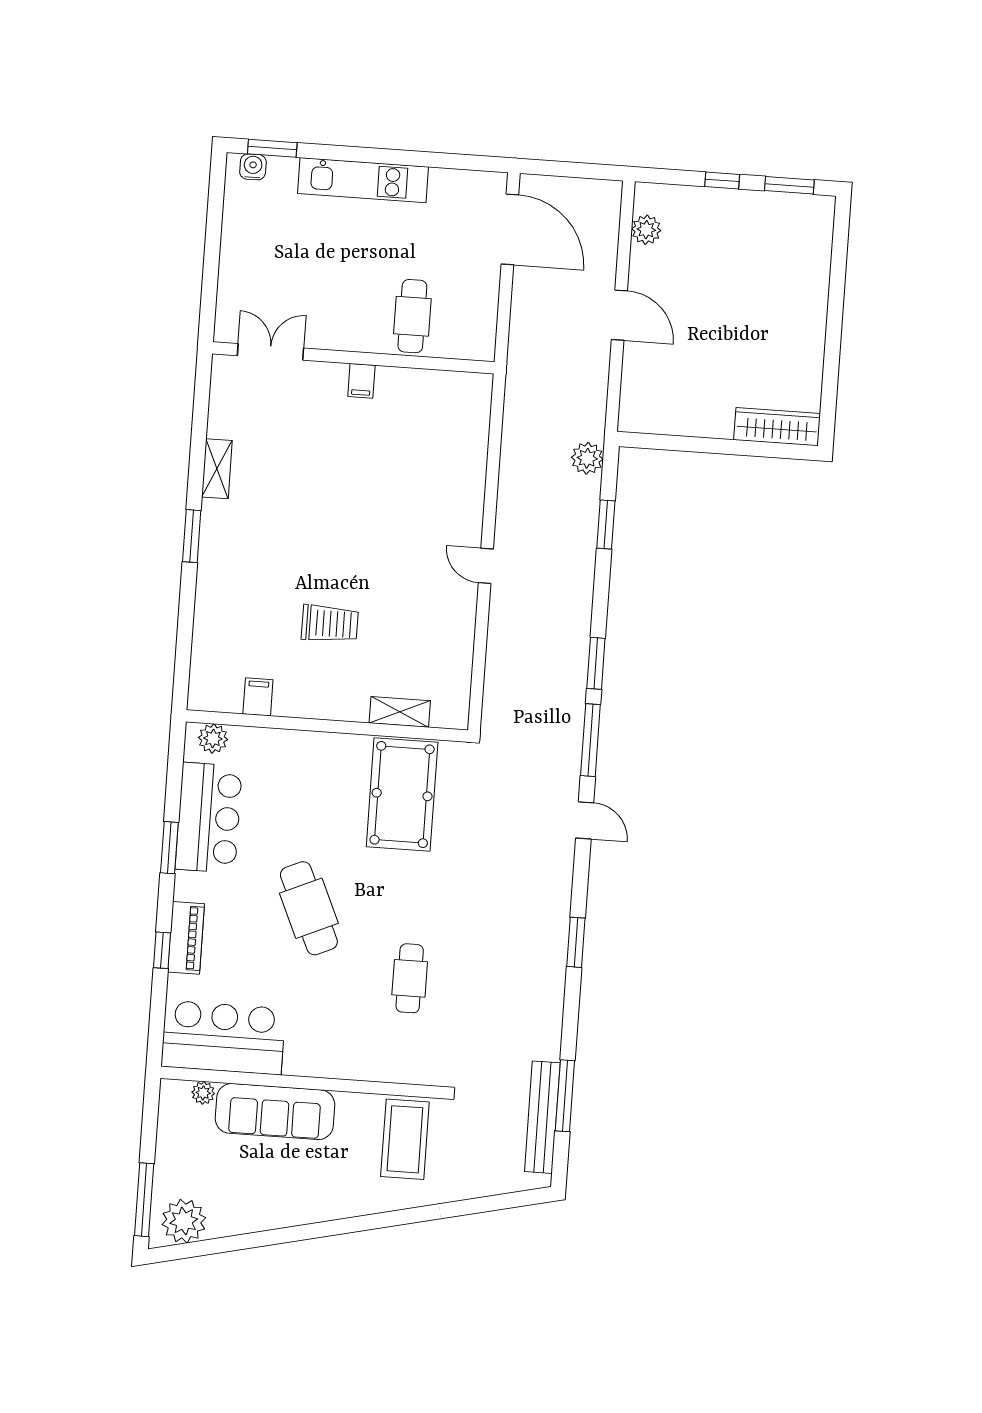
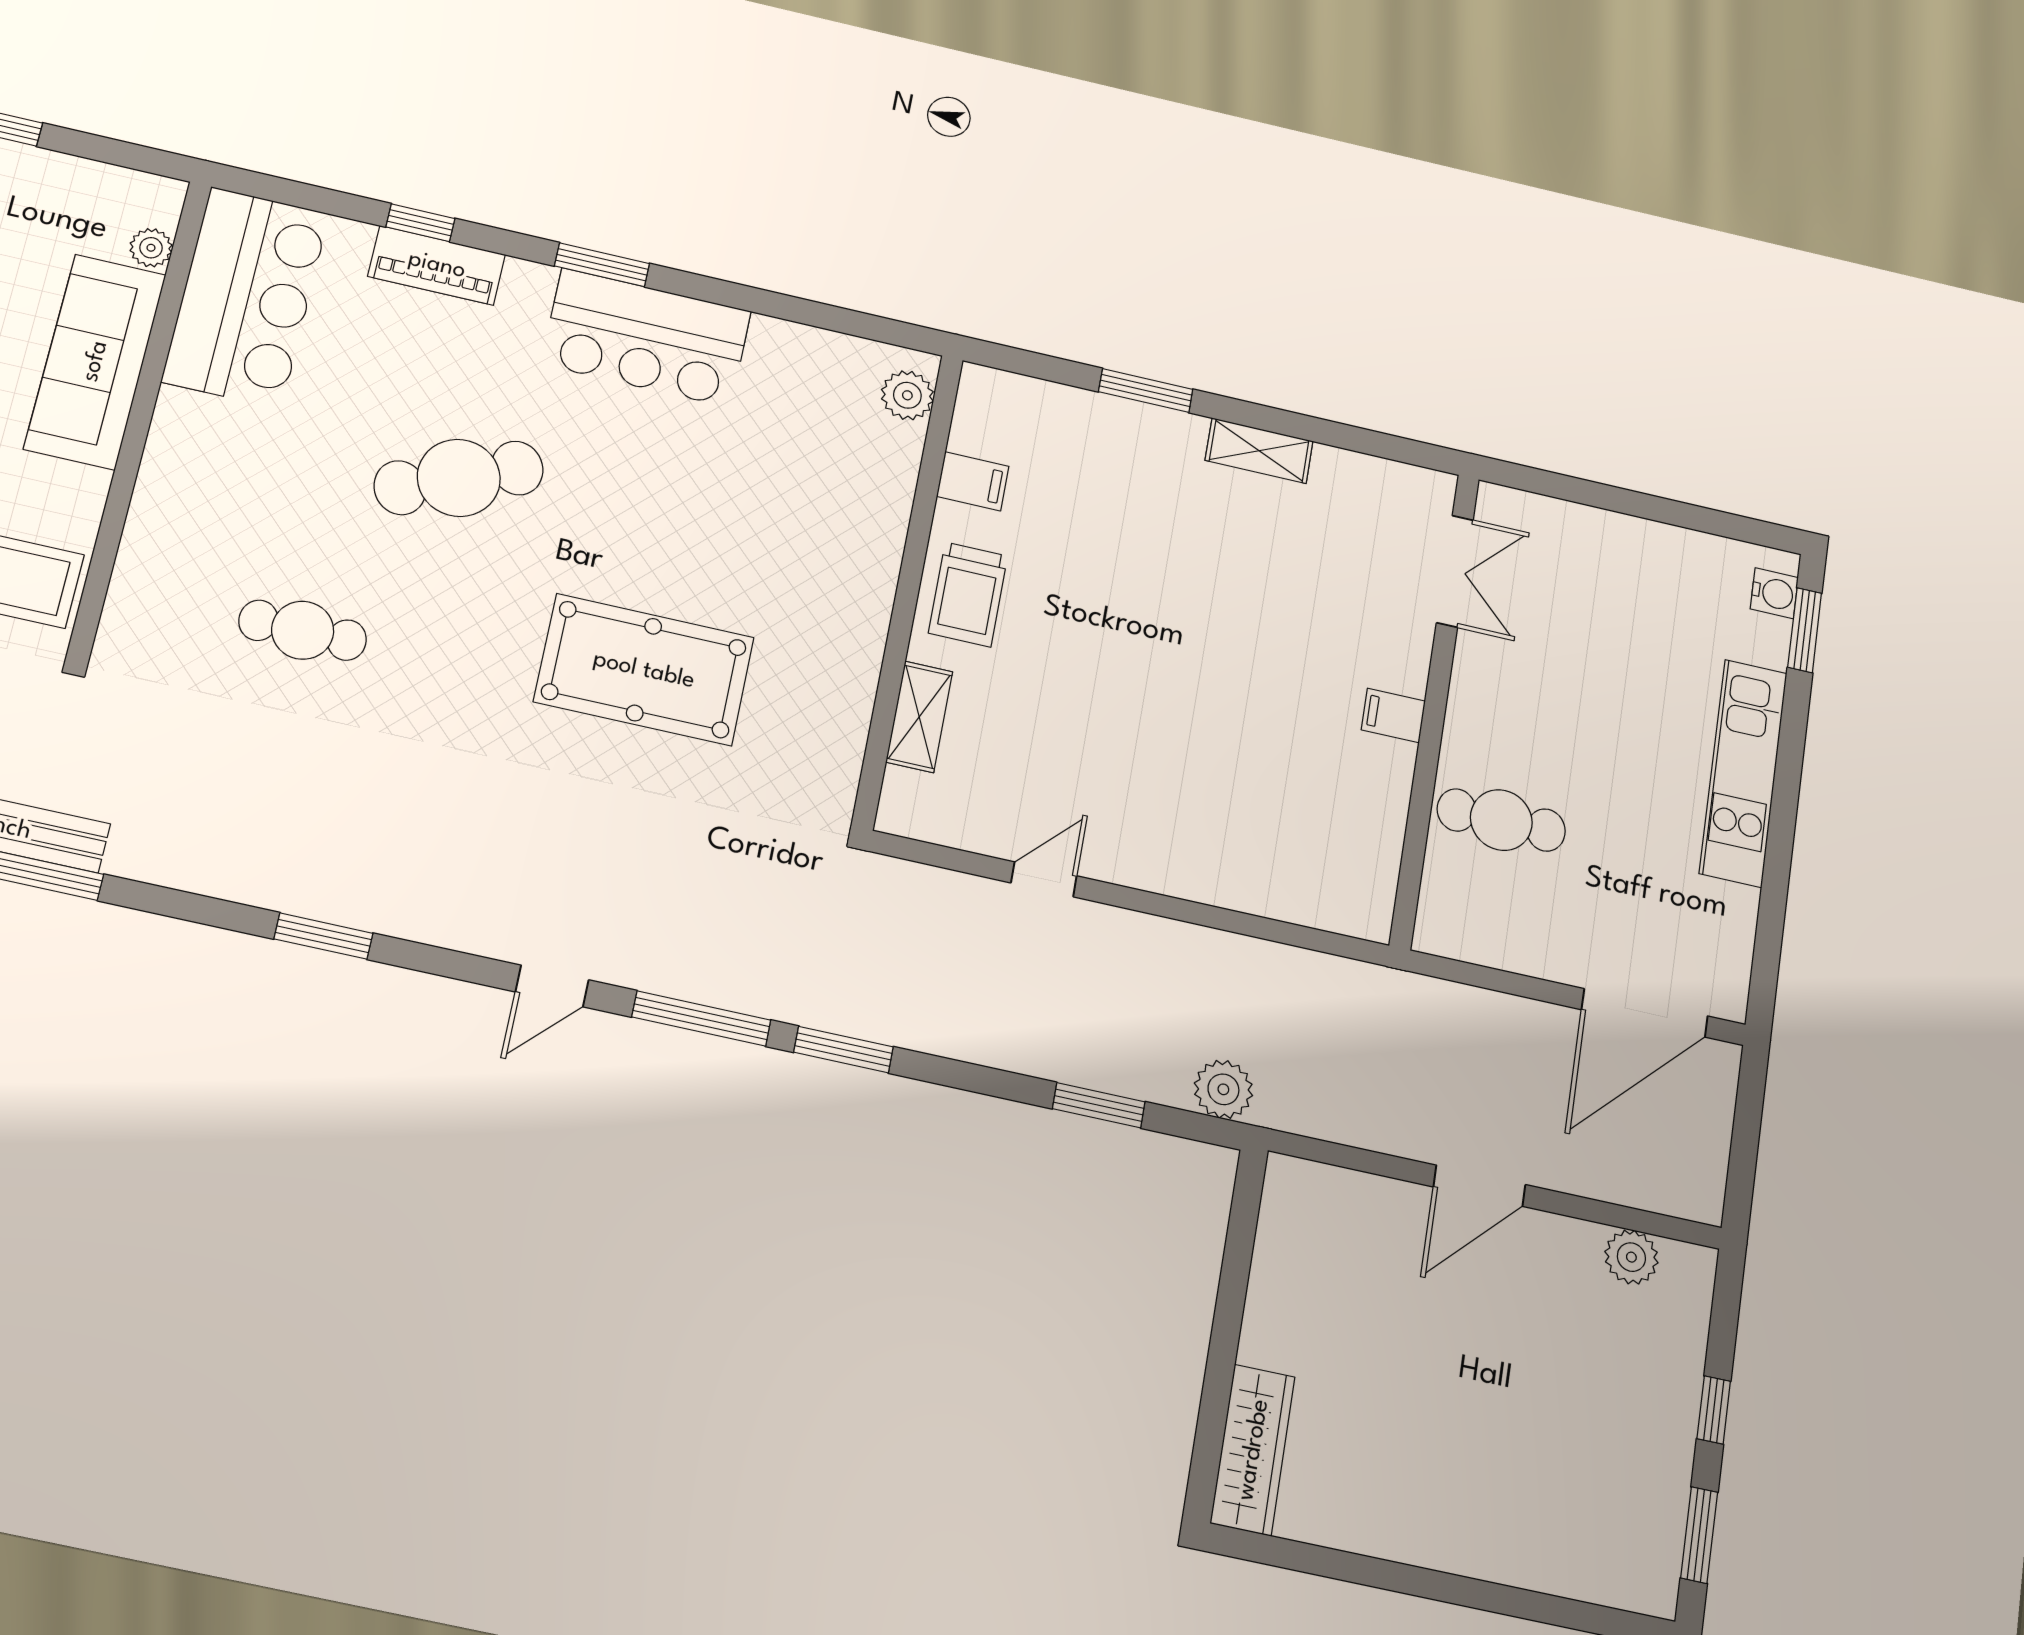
filing cabinet: (258, 697) -> (973, 481), moved
shelving: (400, 712) -> (919, 717), moved
wall: (327, 726) -> (908, 589), moved
plant: (213, 738) -> (907, 395), moved

